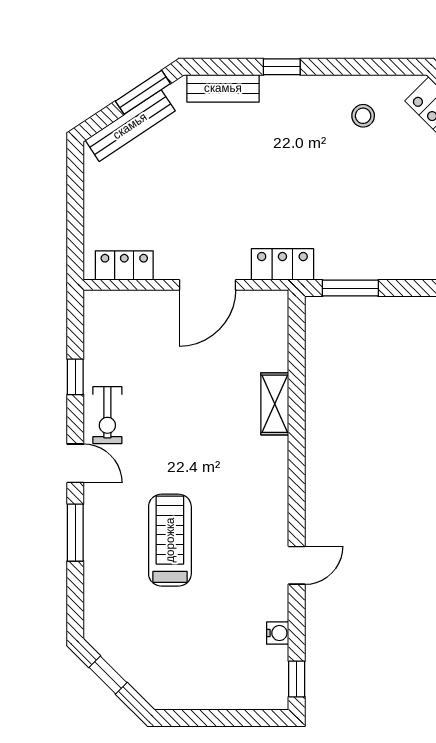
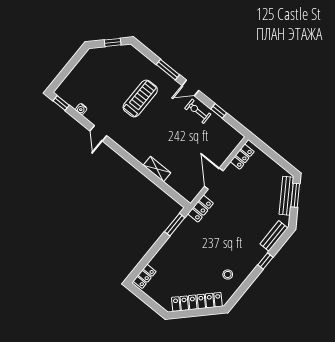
window: (143, 92) -> (295, 195), moved
treadmill: (170, 540) -> (140, 99), turned -90

